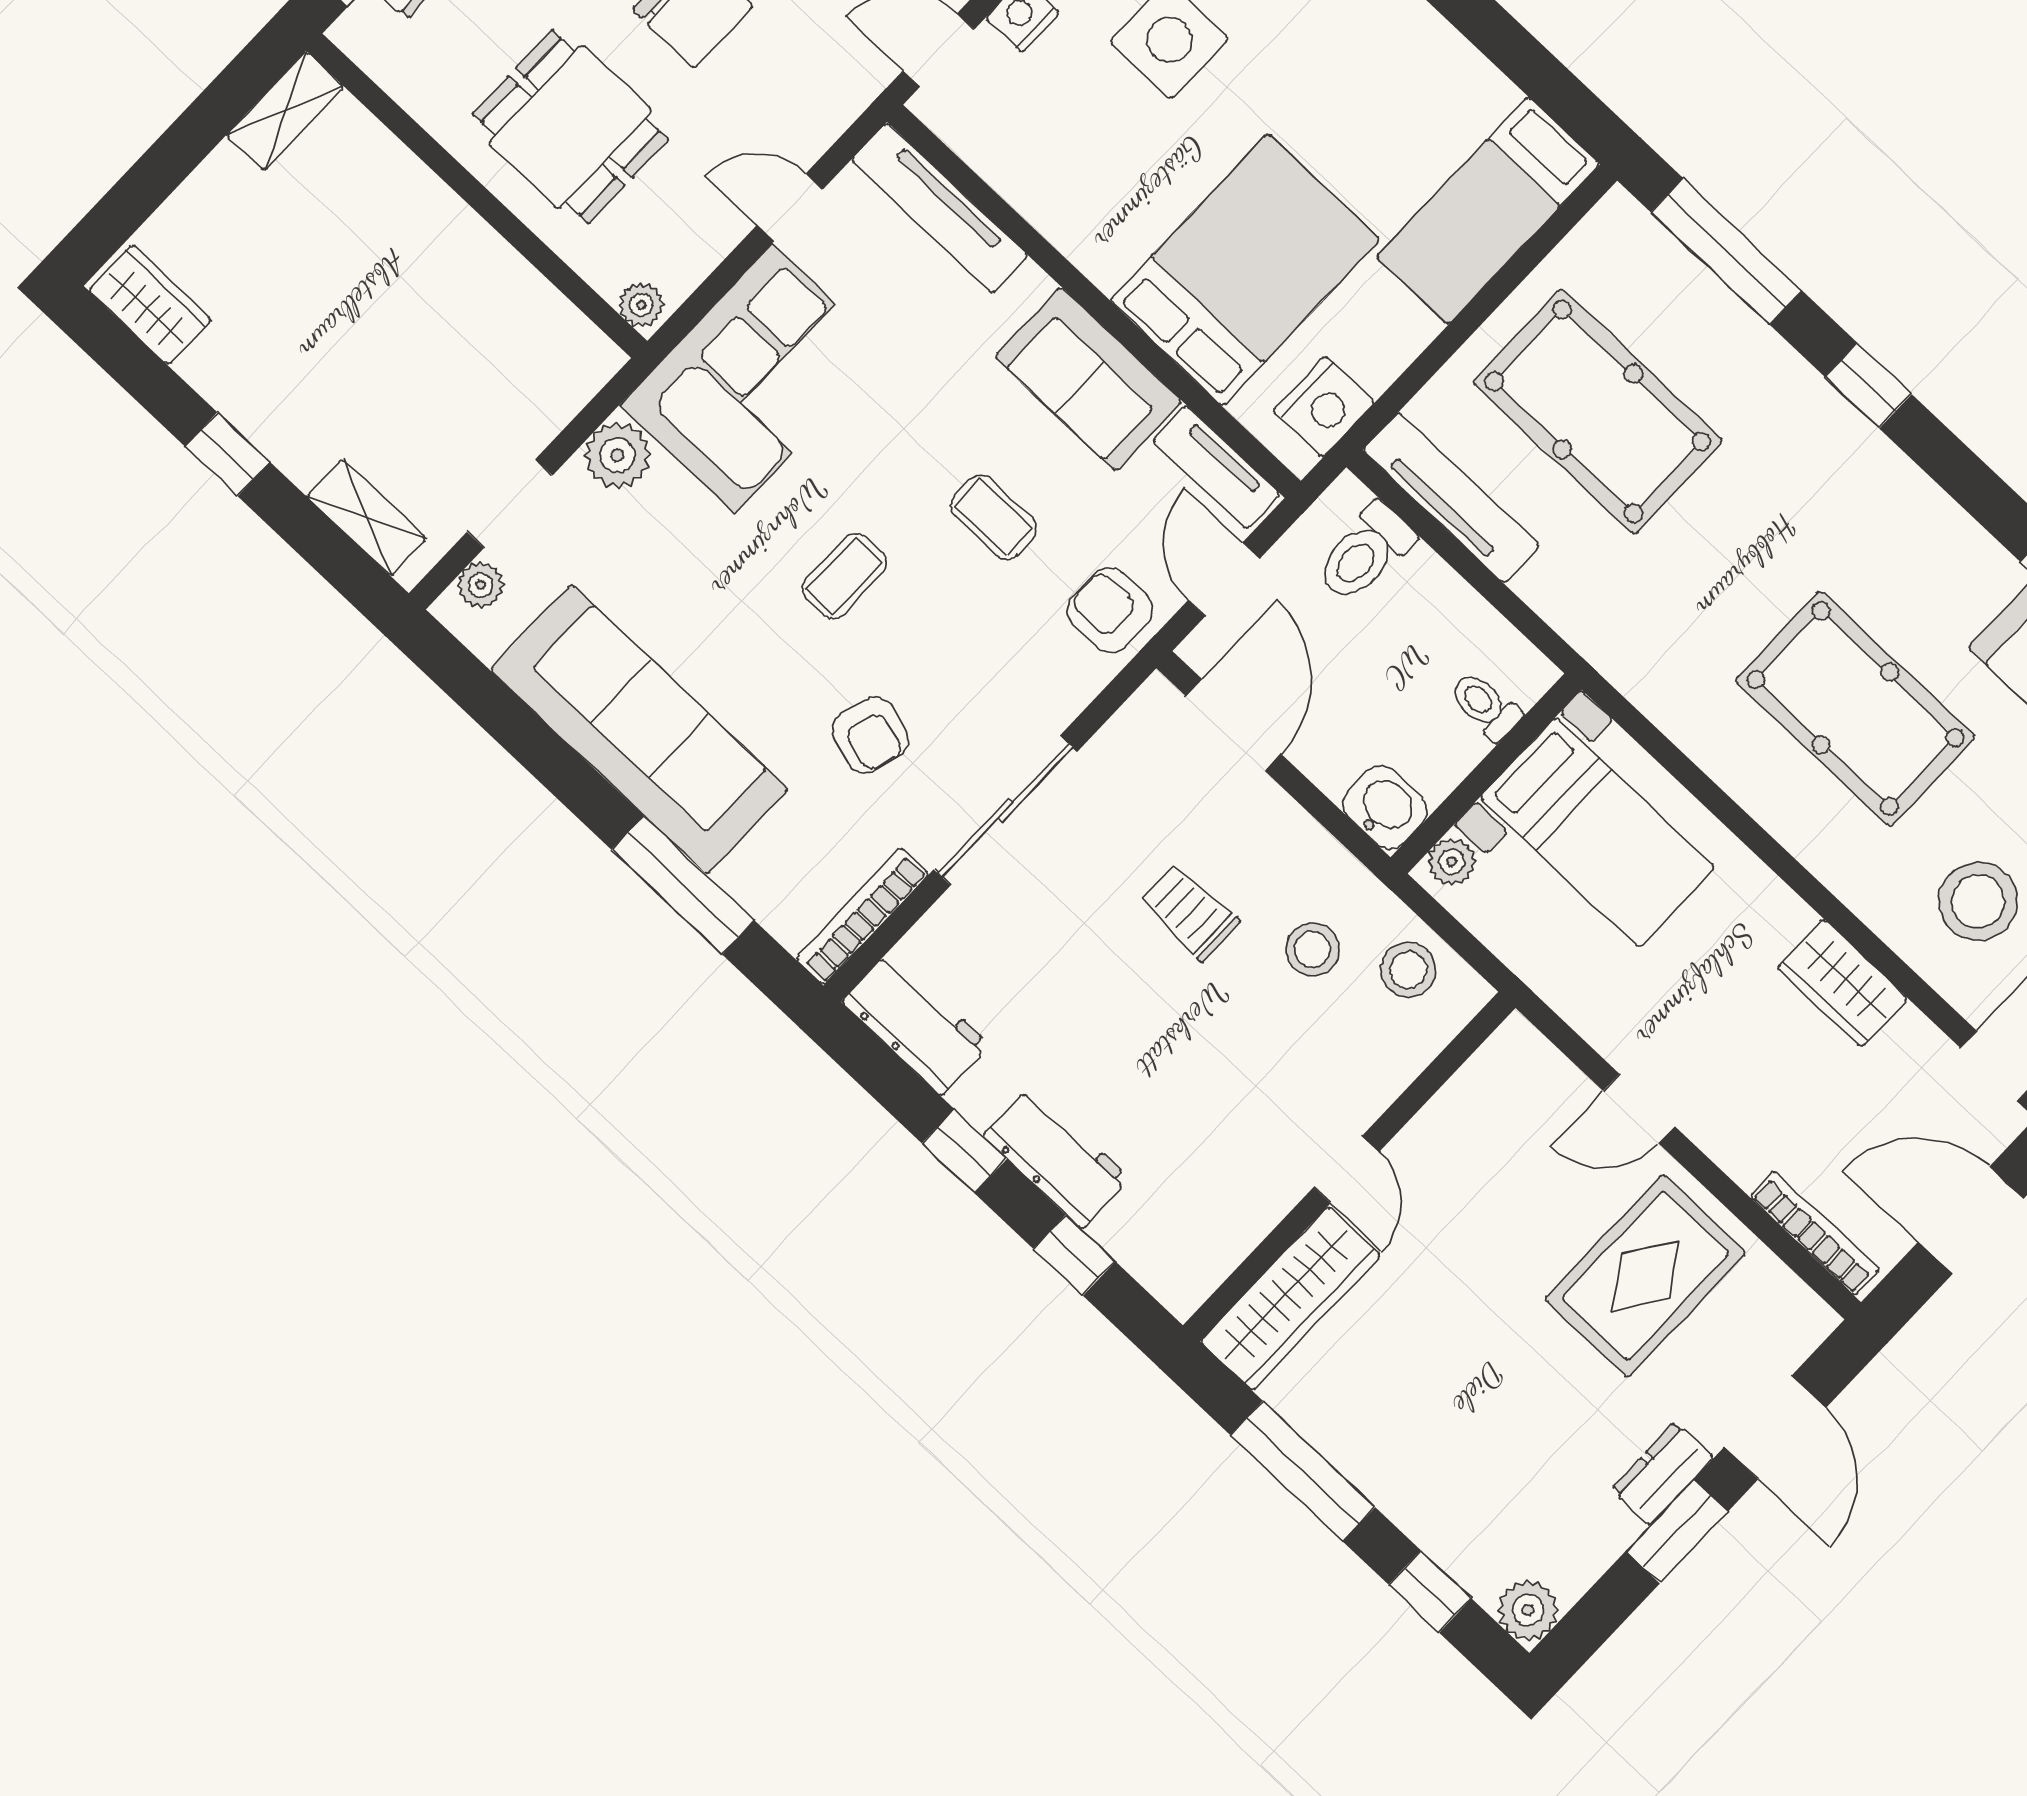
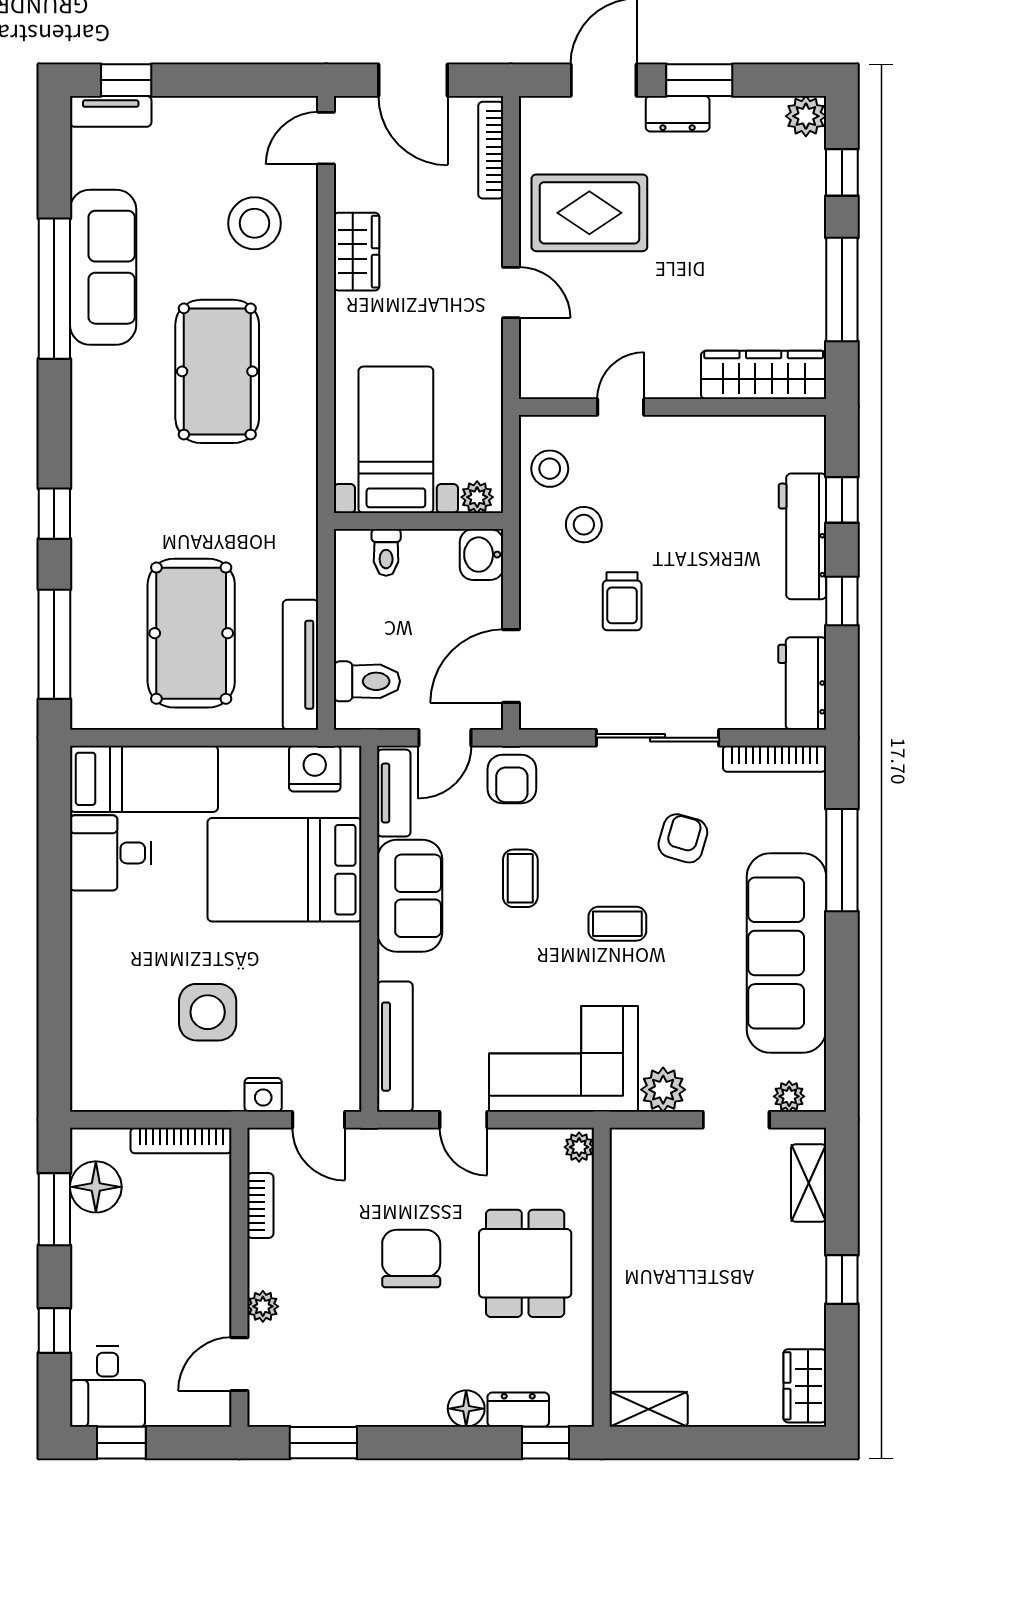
desk: (1442, 98) -> (111, 853), added
workbench: (1056, 1157) -> (802, 536), width x1.38
door: (1346, 1170) -> (621, 407), moved

